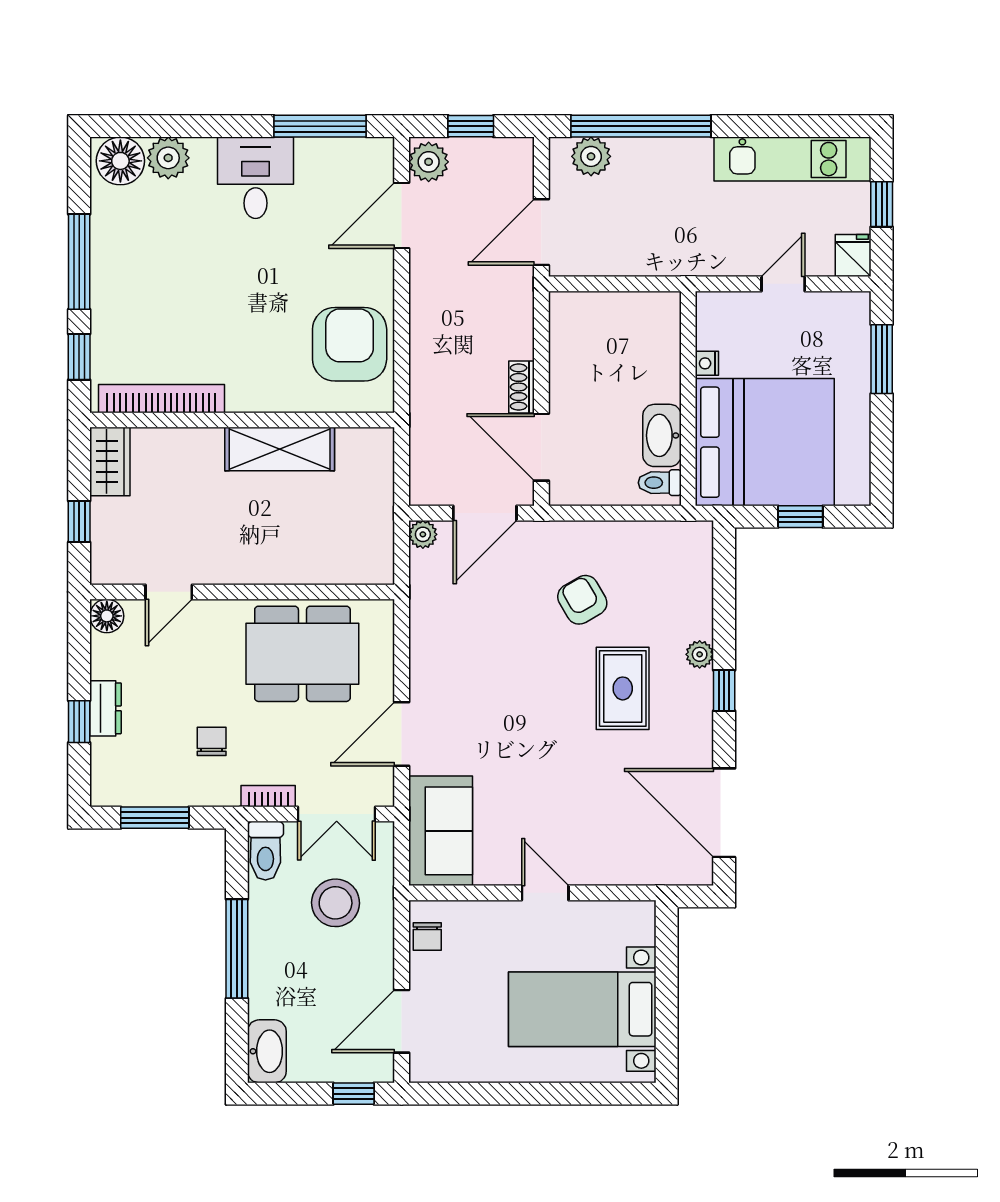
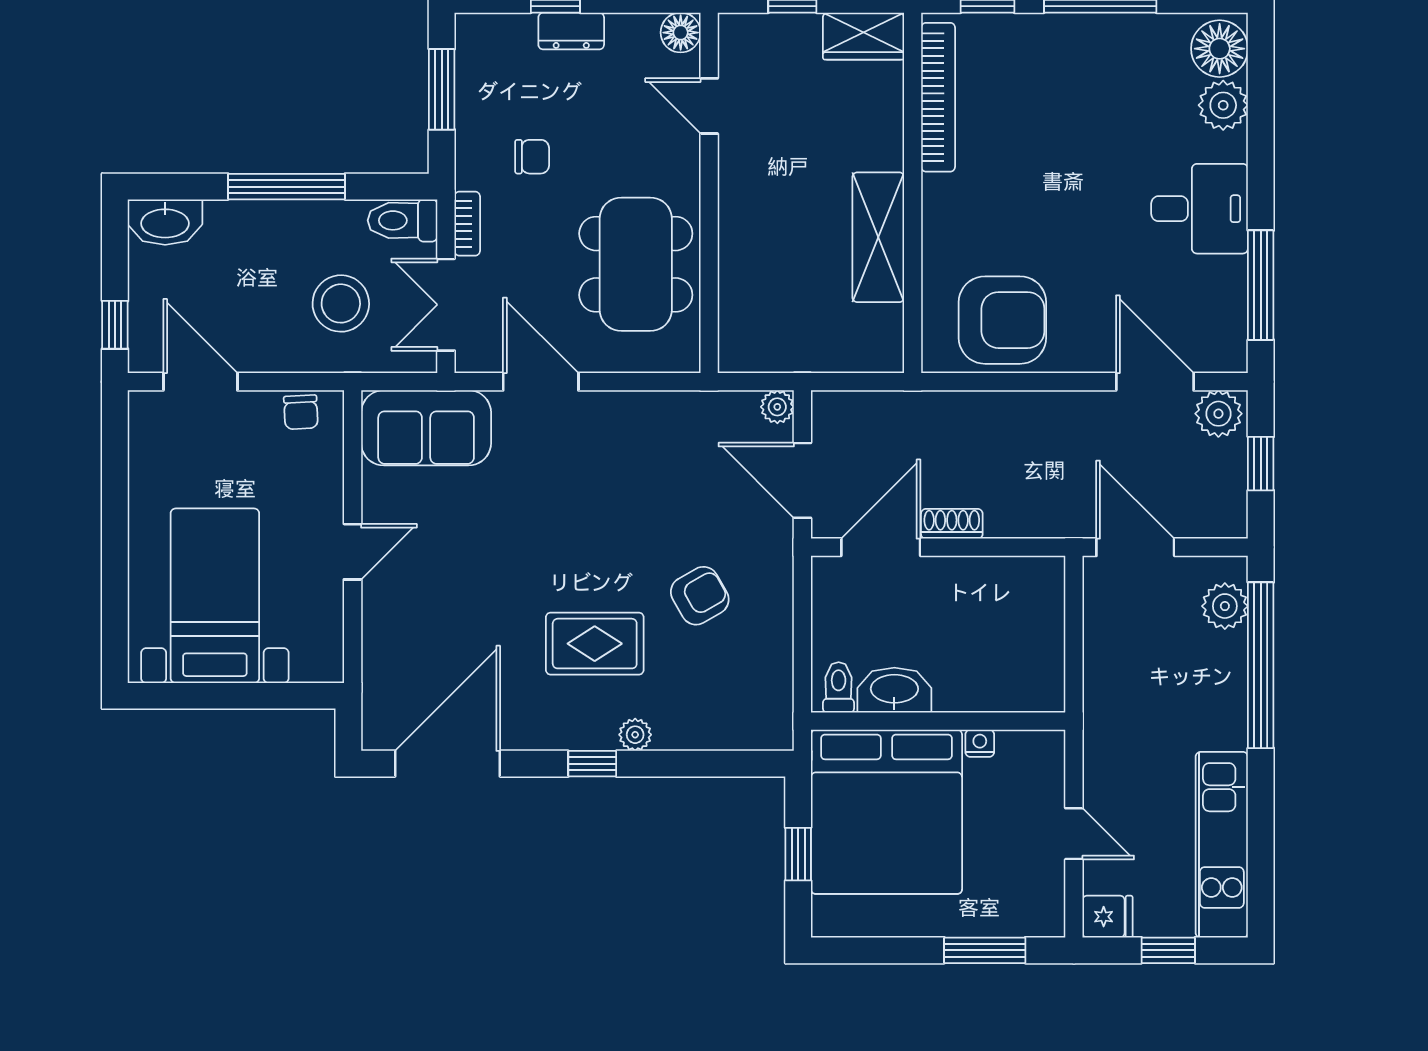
chair: (427, 937) -> (301, 412), turned -93

